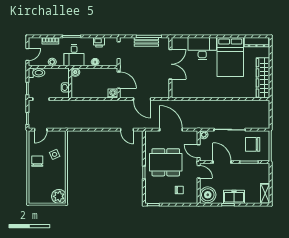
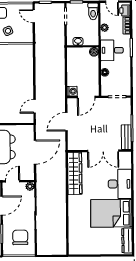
printer: (99, 42) -> (125, 11), moved
bench: (146, 42) -> (126, 137), moved
wardrobe: (263, 78) -> (75, 173), moved, turned 90

